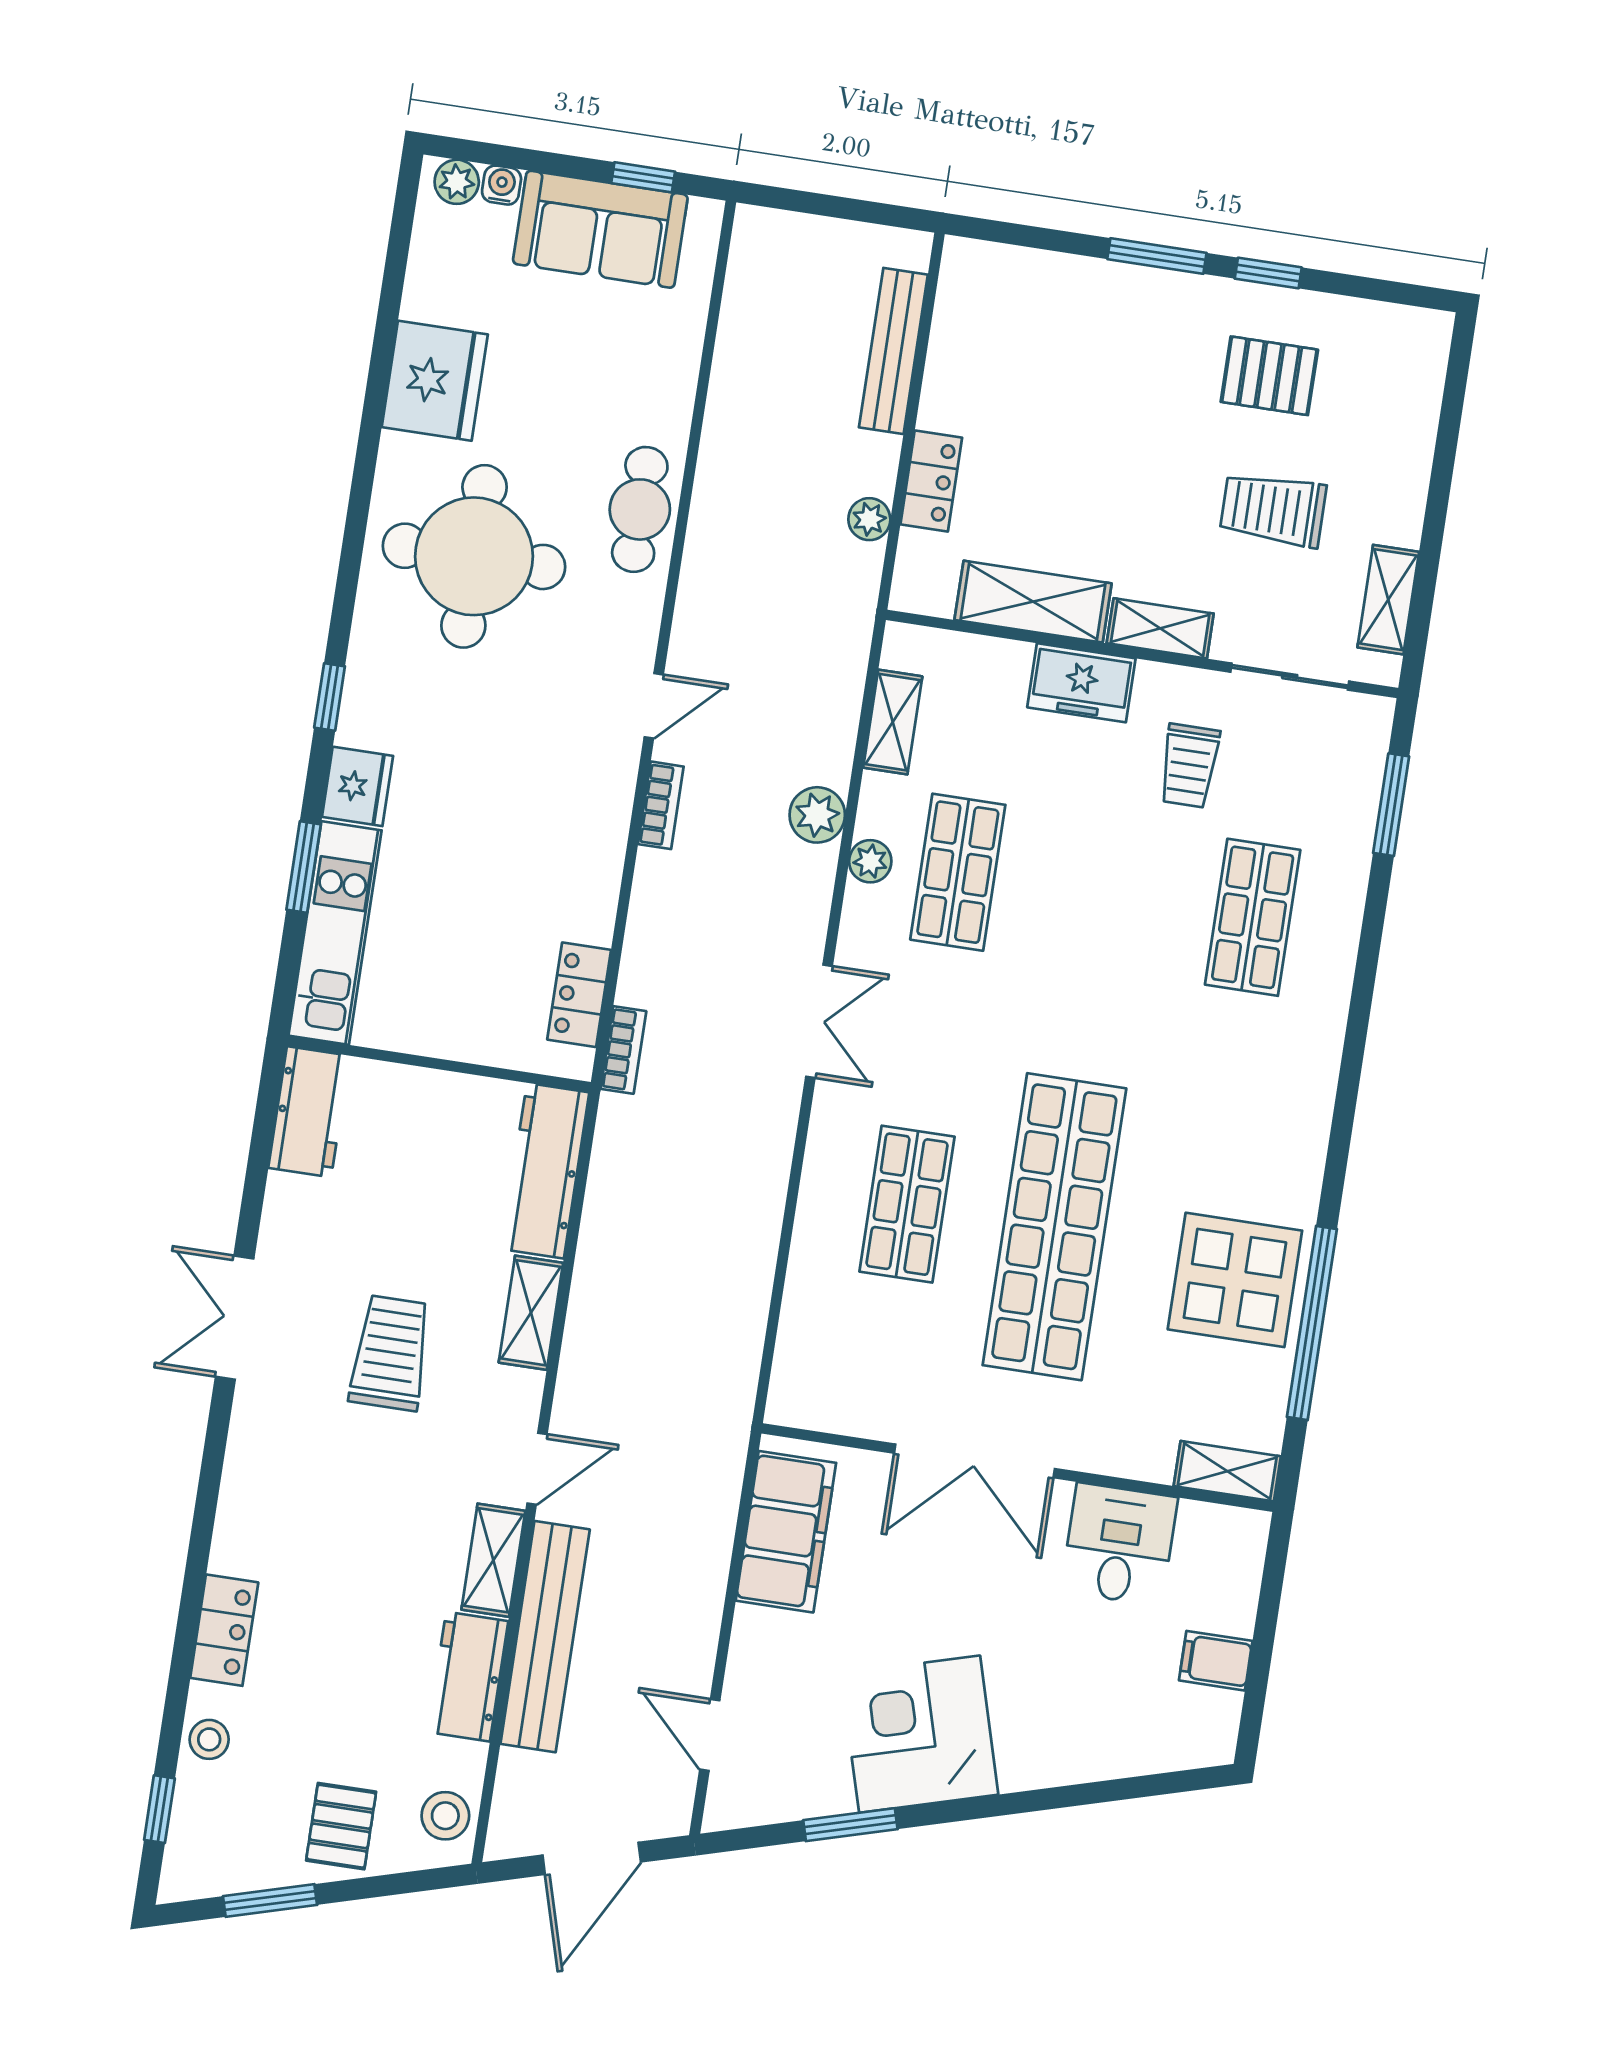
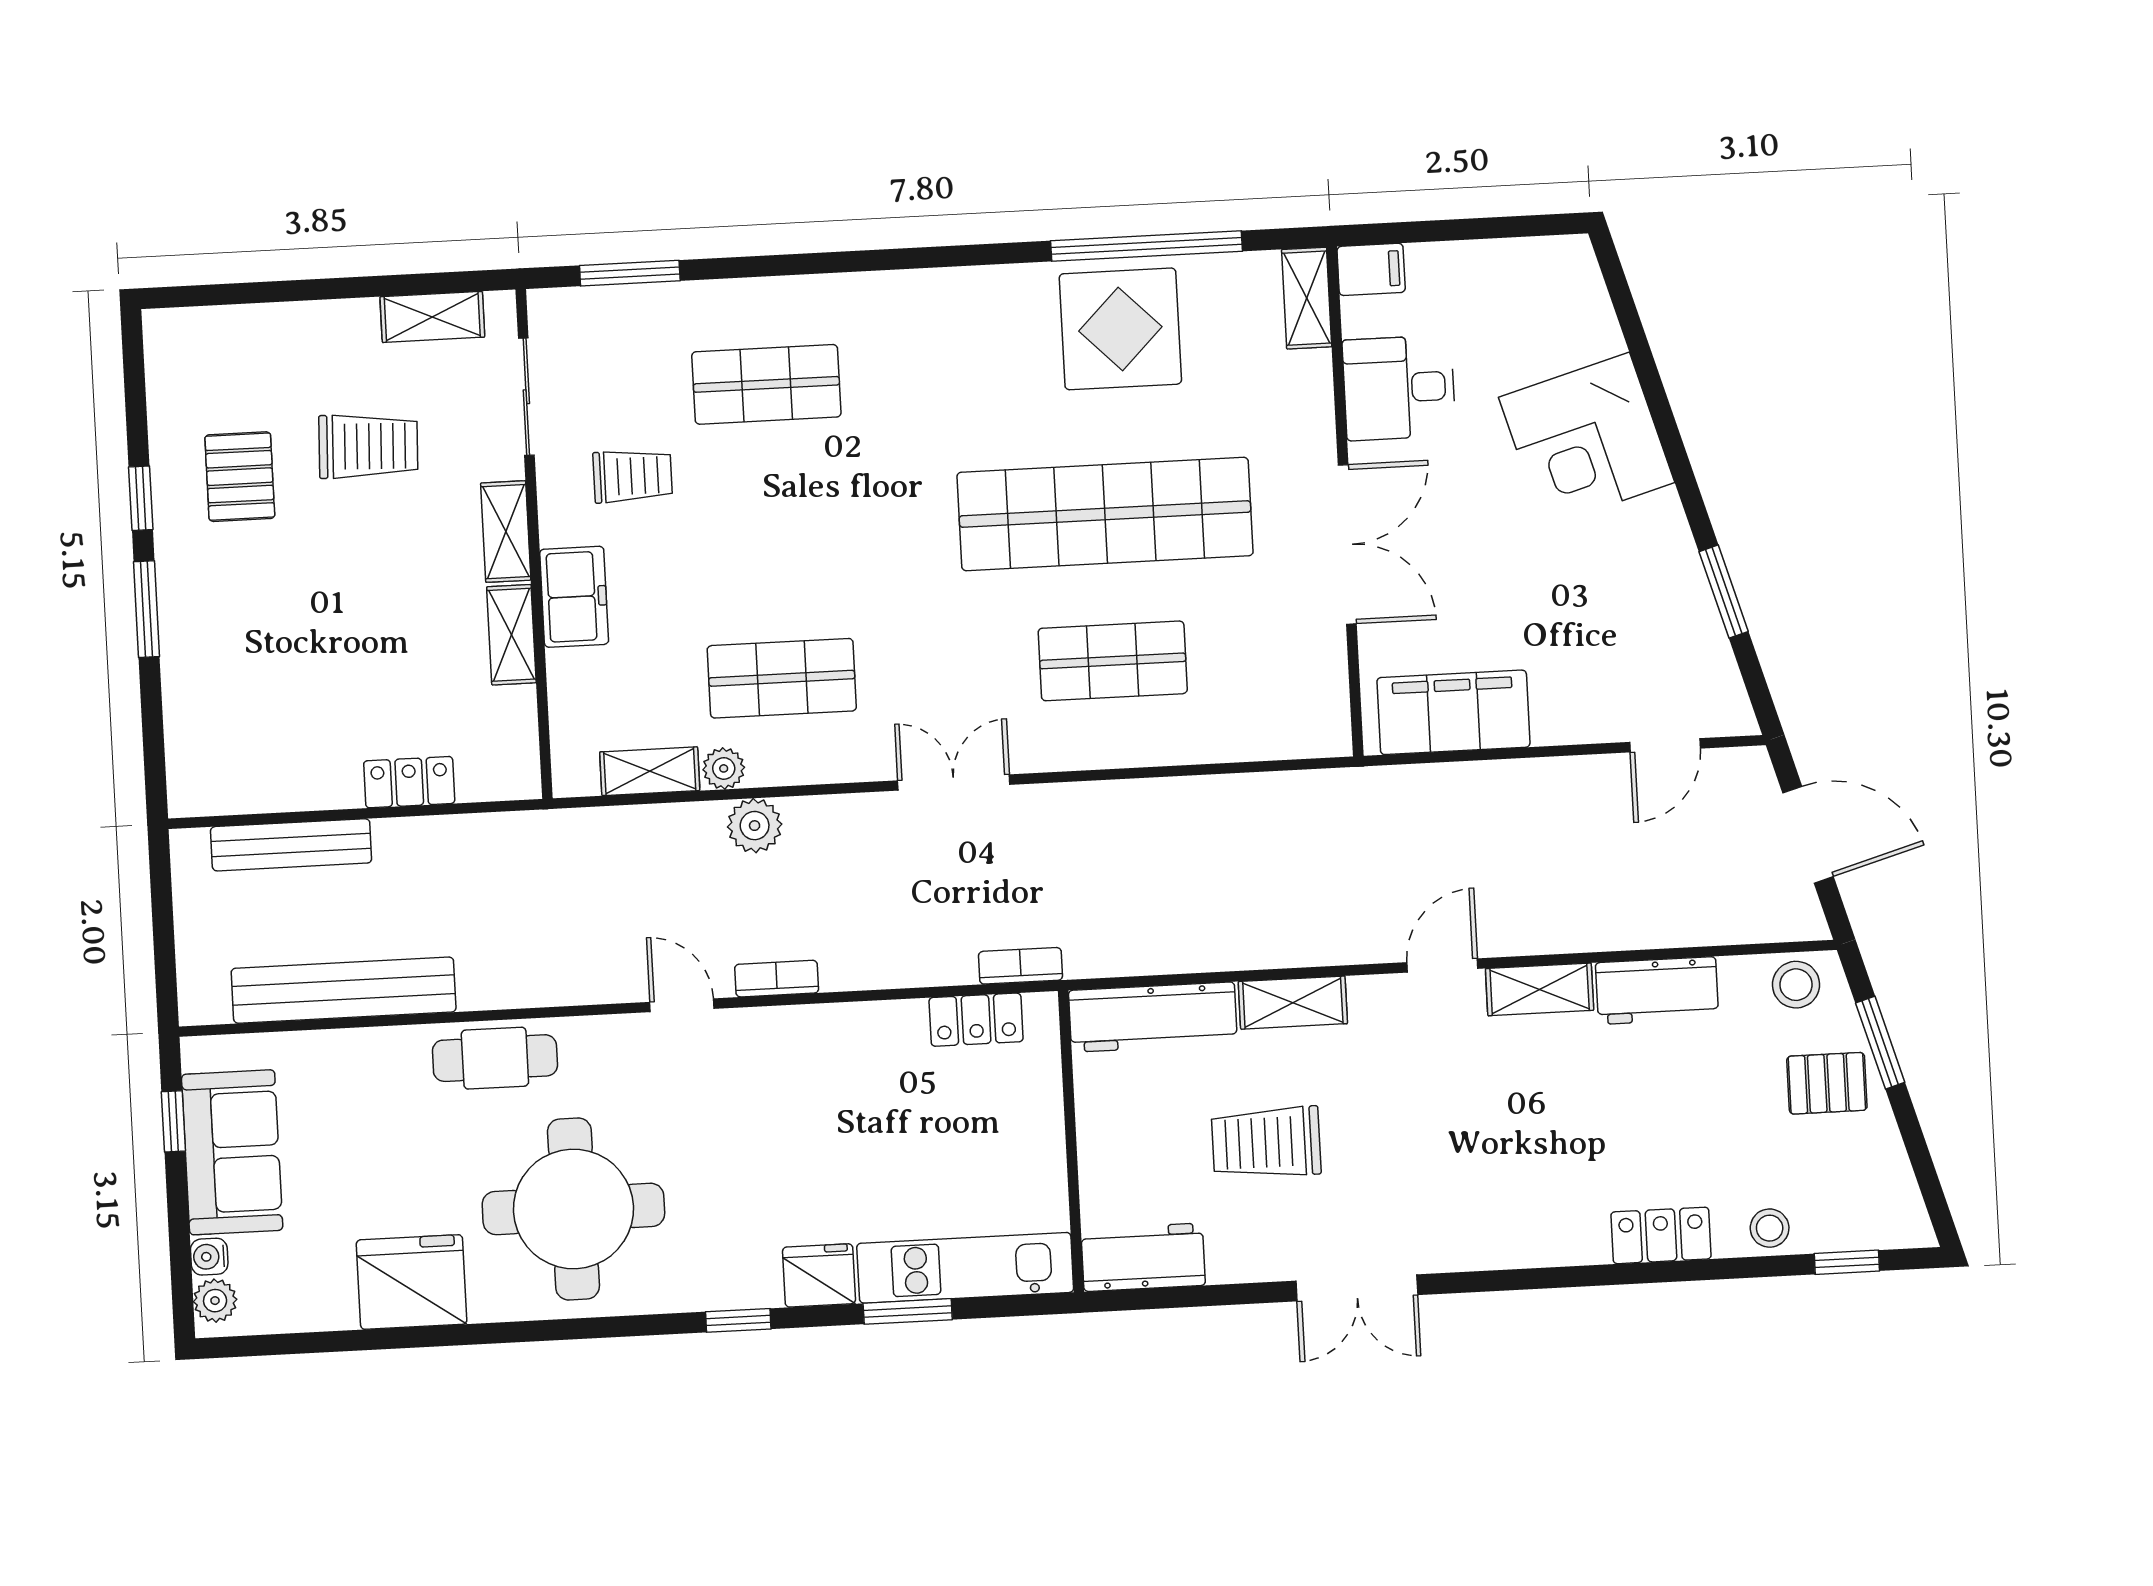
trolley: (1273, 510) -> (368, 446), turned -88
plant: (869, 519) -> (458, 834), removed
shelving: (1033, 602) -> (511, 635), width x0.67, depth x0.75
plant: (870, 861) -> (724, 768), moved
trolley: (390, 1353) -> (1266, 1143), moved
door: (537, 1469) -> (1442, 965), hinge flipped
bench: (545, 1637) -> (344, 990), moved
filing cabinet: (1216, 1661) -> (1371, 269), moved, turned -90
corner desk: (920, 1734) -> (1587, 440), moved
window: (270, 1901) -> (1880, 1043), moved

